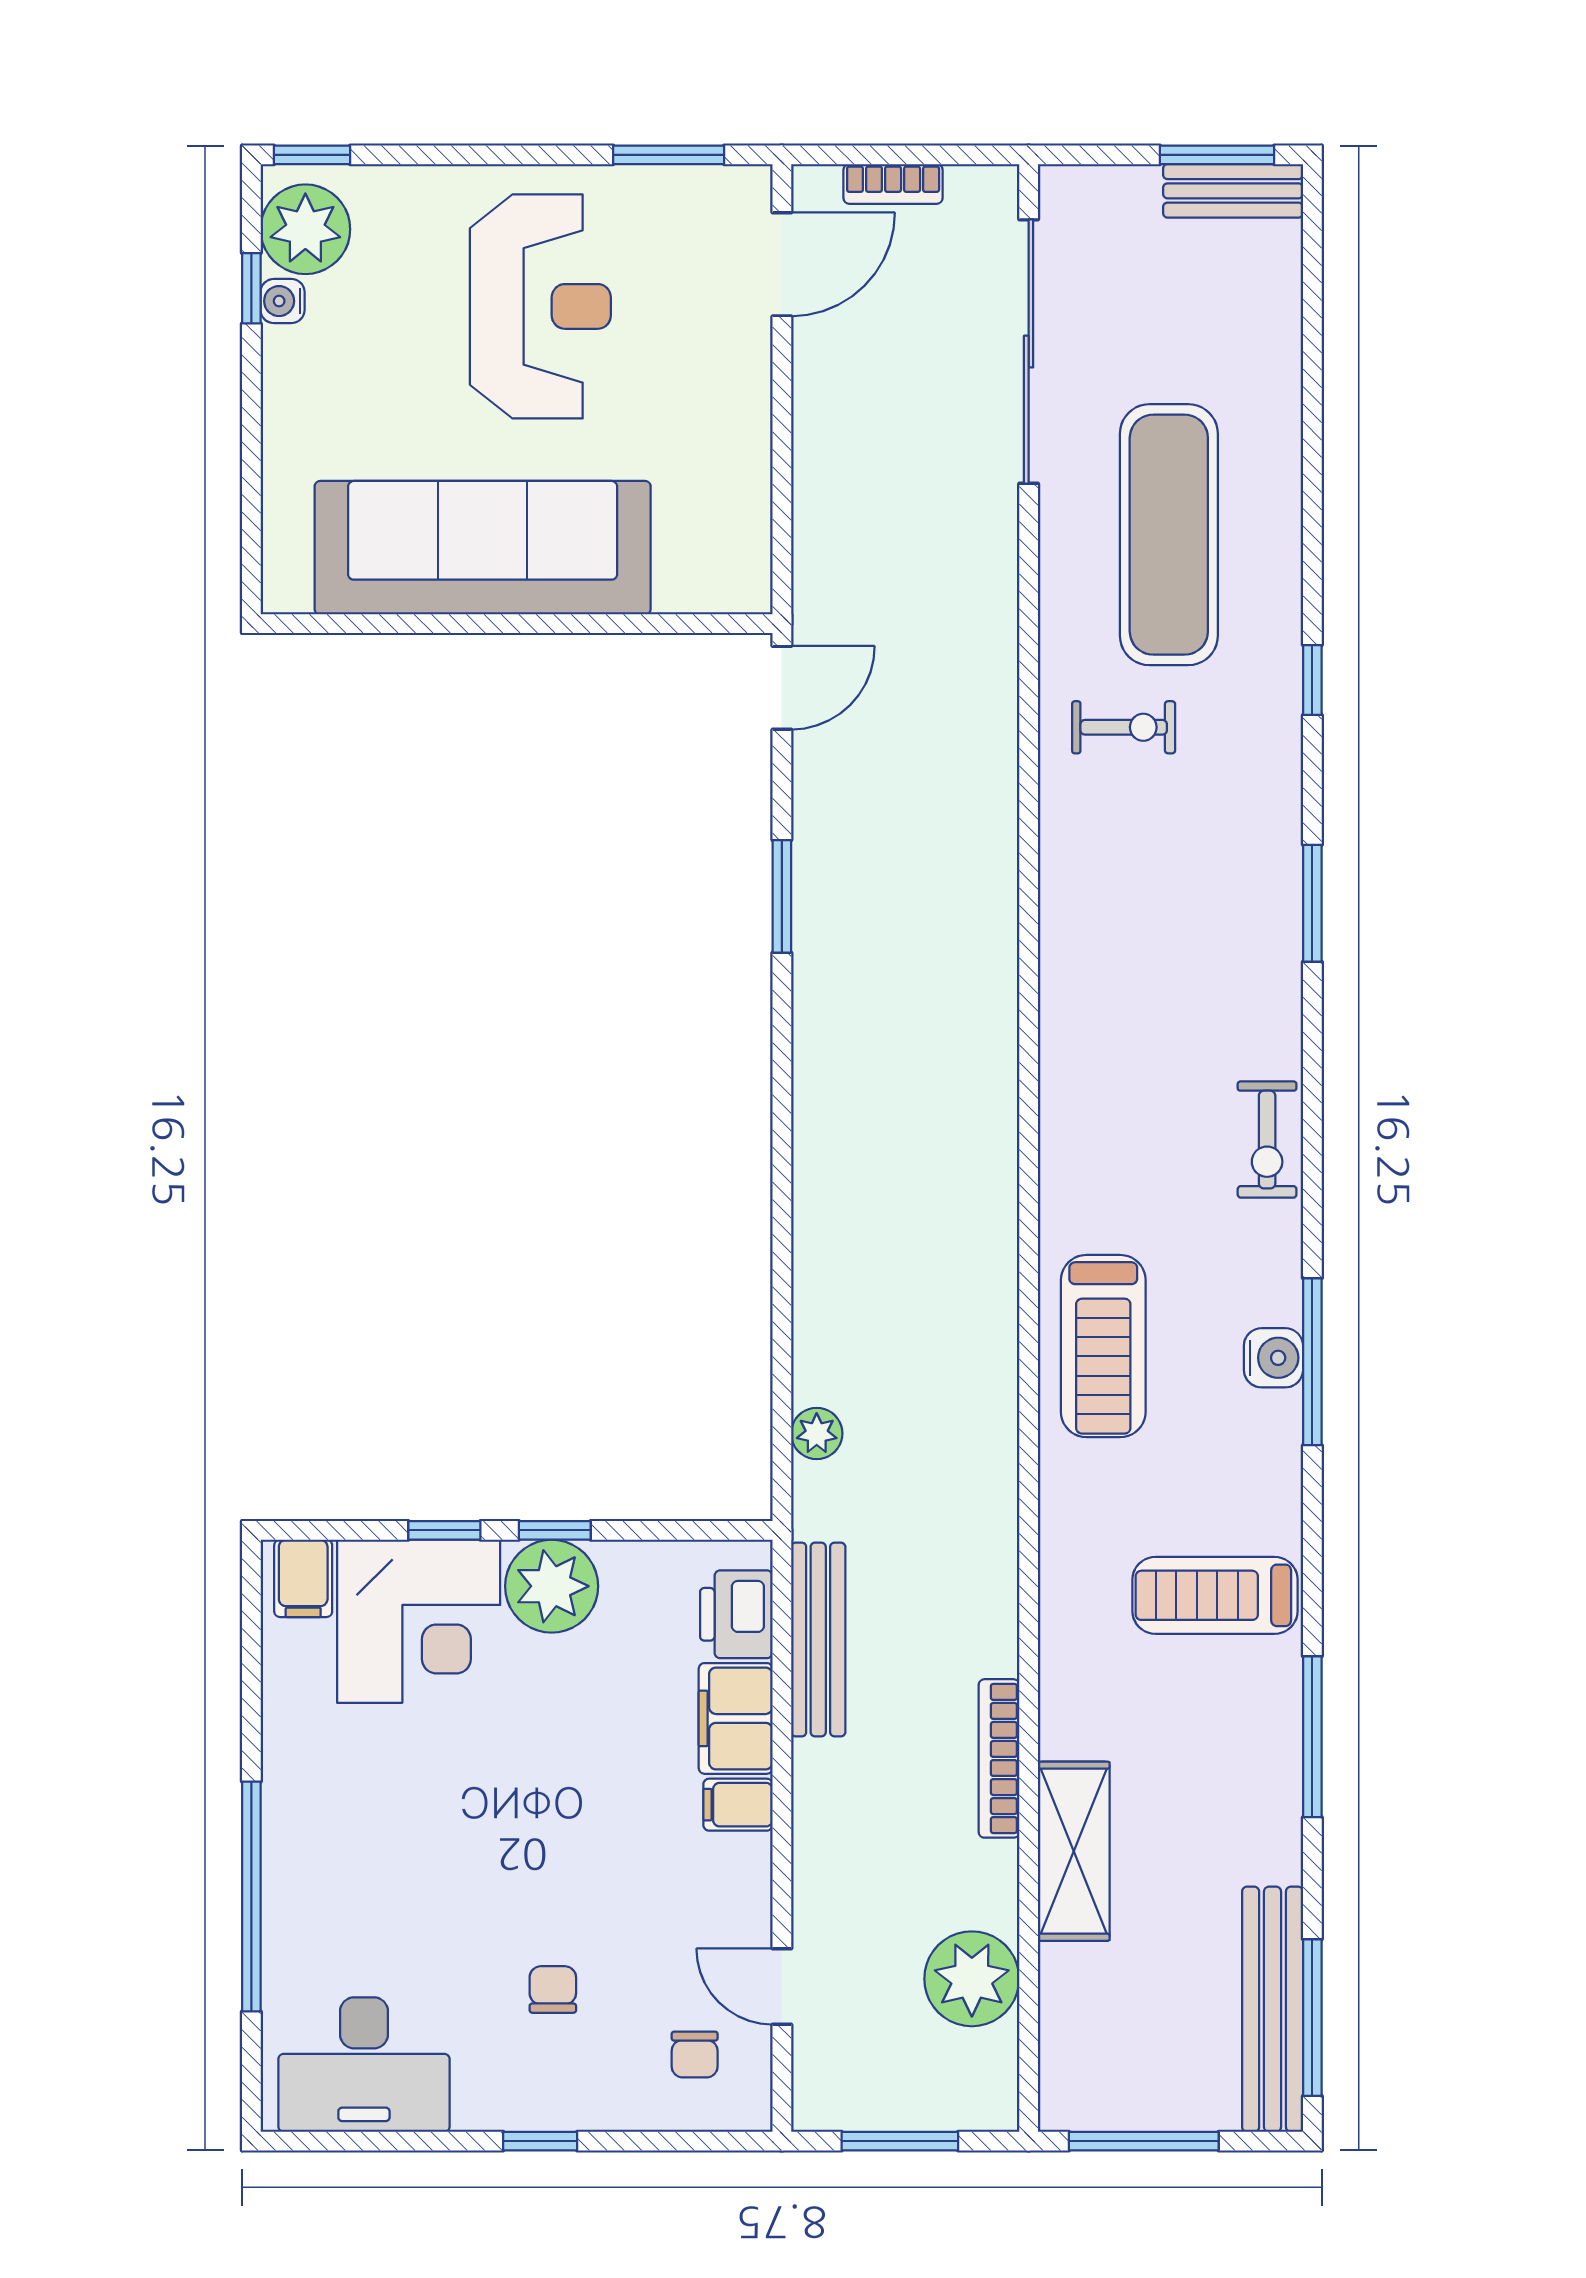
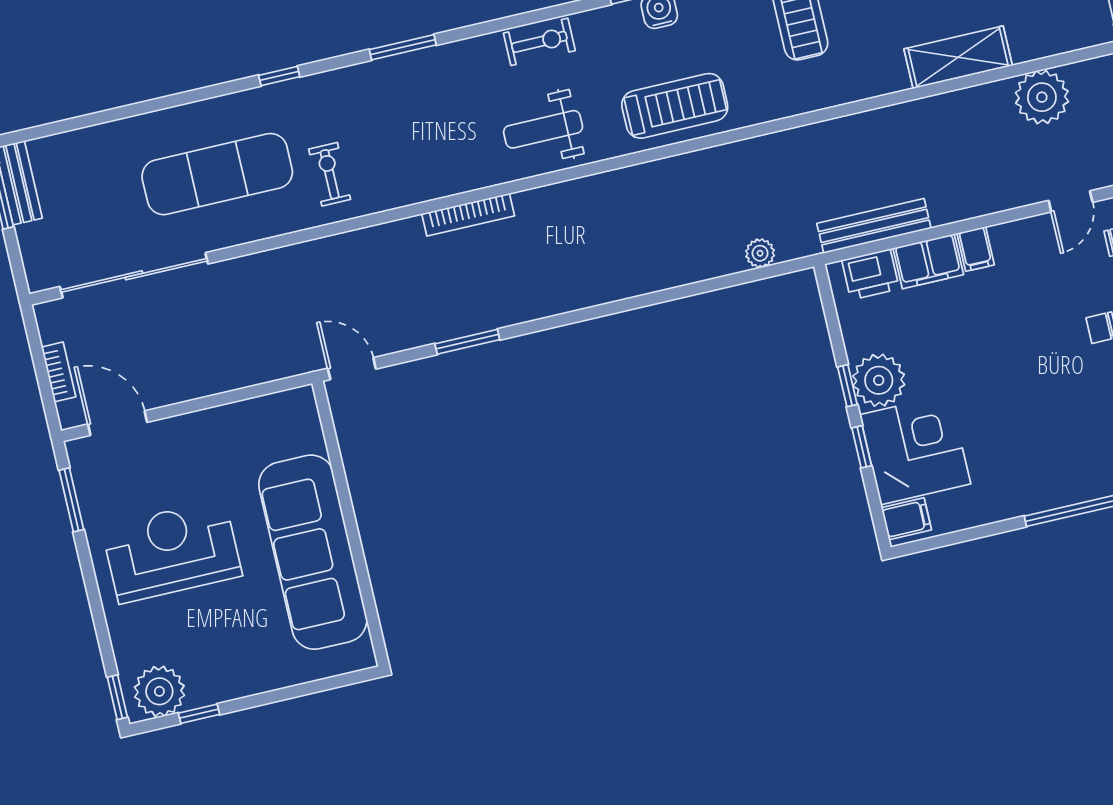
water cooler: (283, 301) -> (202, 695), removed
weight bench: (1116, 1111) -> (543, 129), added
bookcase: (999, 1758) -> (468, 215), moved

